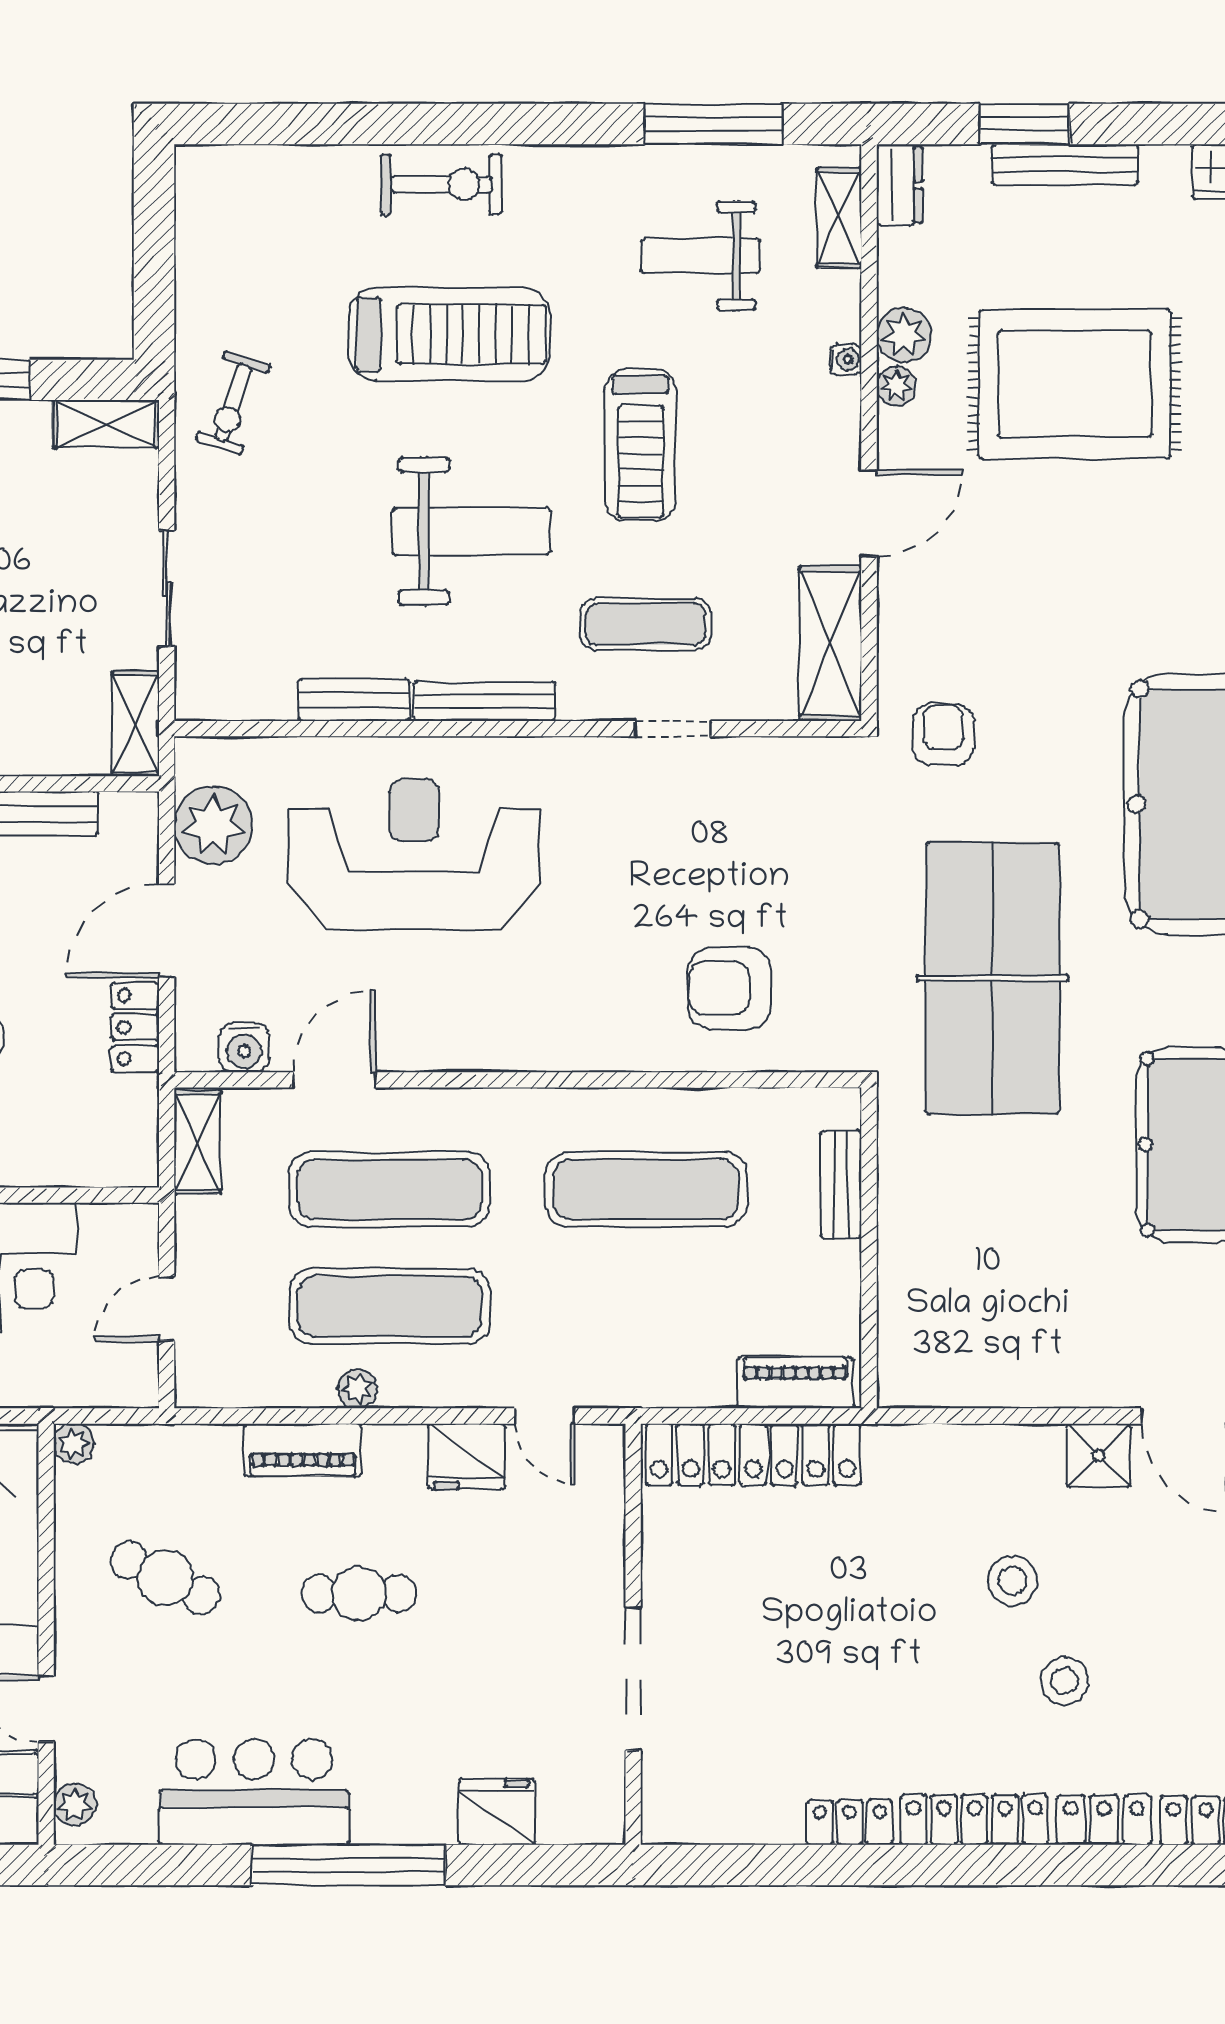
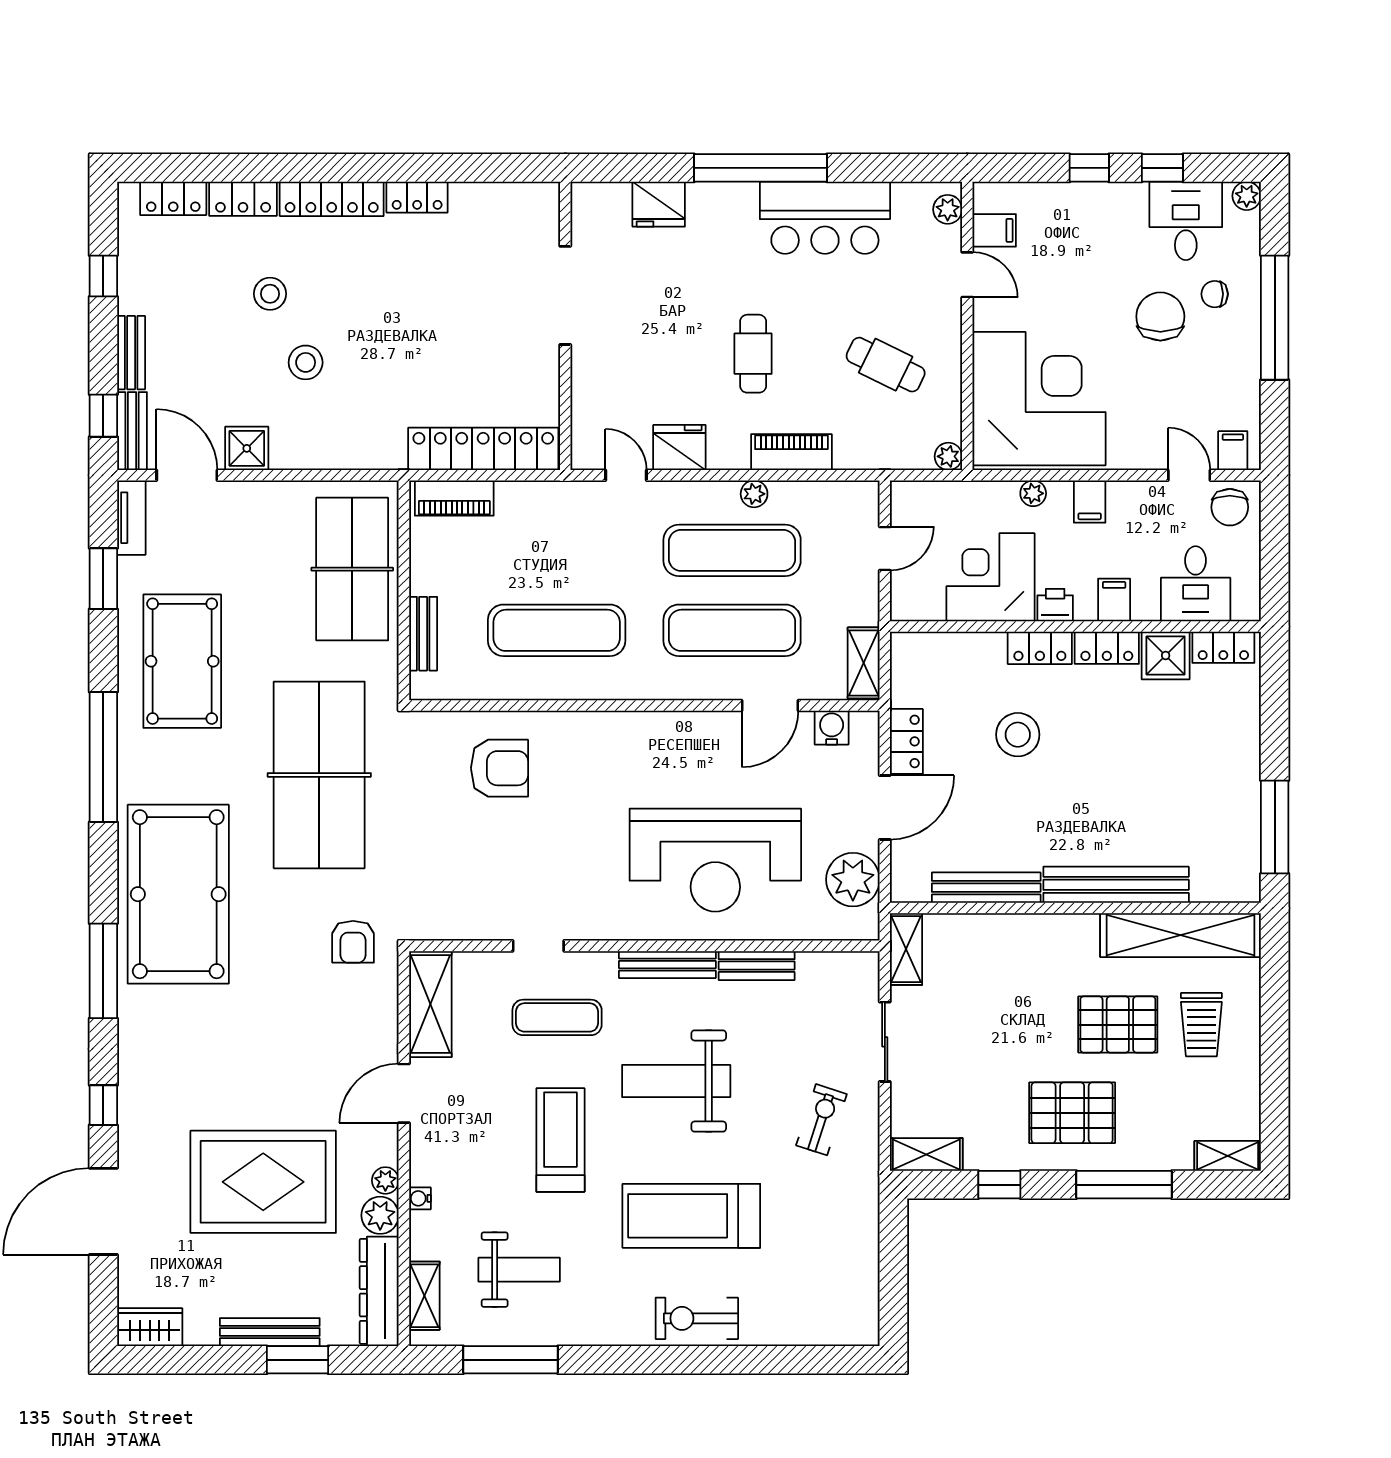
dresser: (899, 185) -> (379, 1291), width x1.96, depth x1.24
exercise bike: (233, 403) -> (821, 1120), moved
table tennis table: (945, 1279) -> (352, 569), added
cafe table: (359, 1594) -> (753, 354), turned 90

